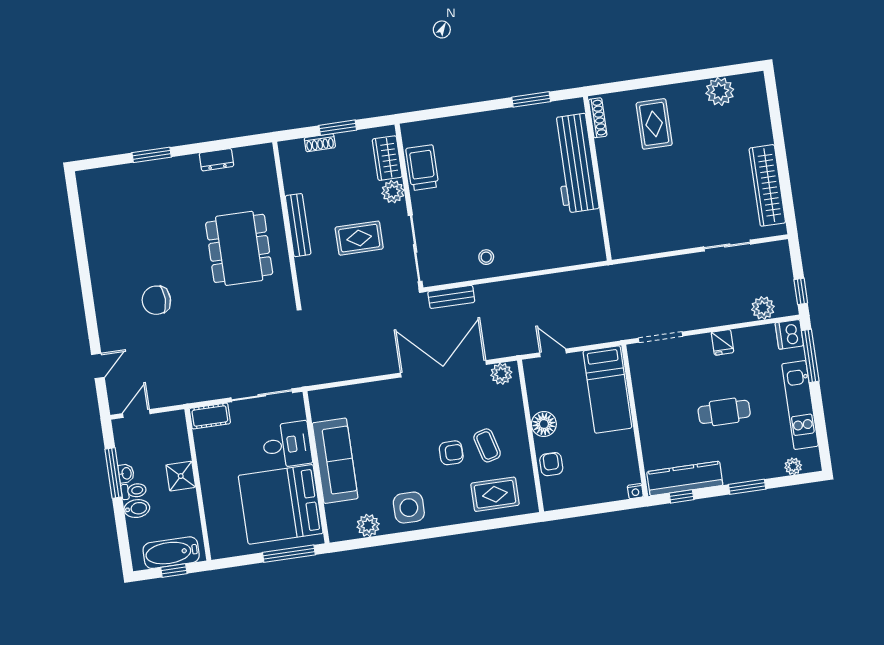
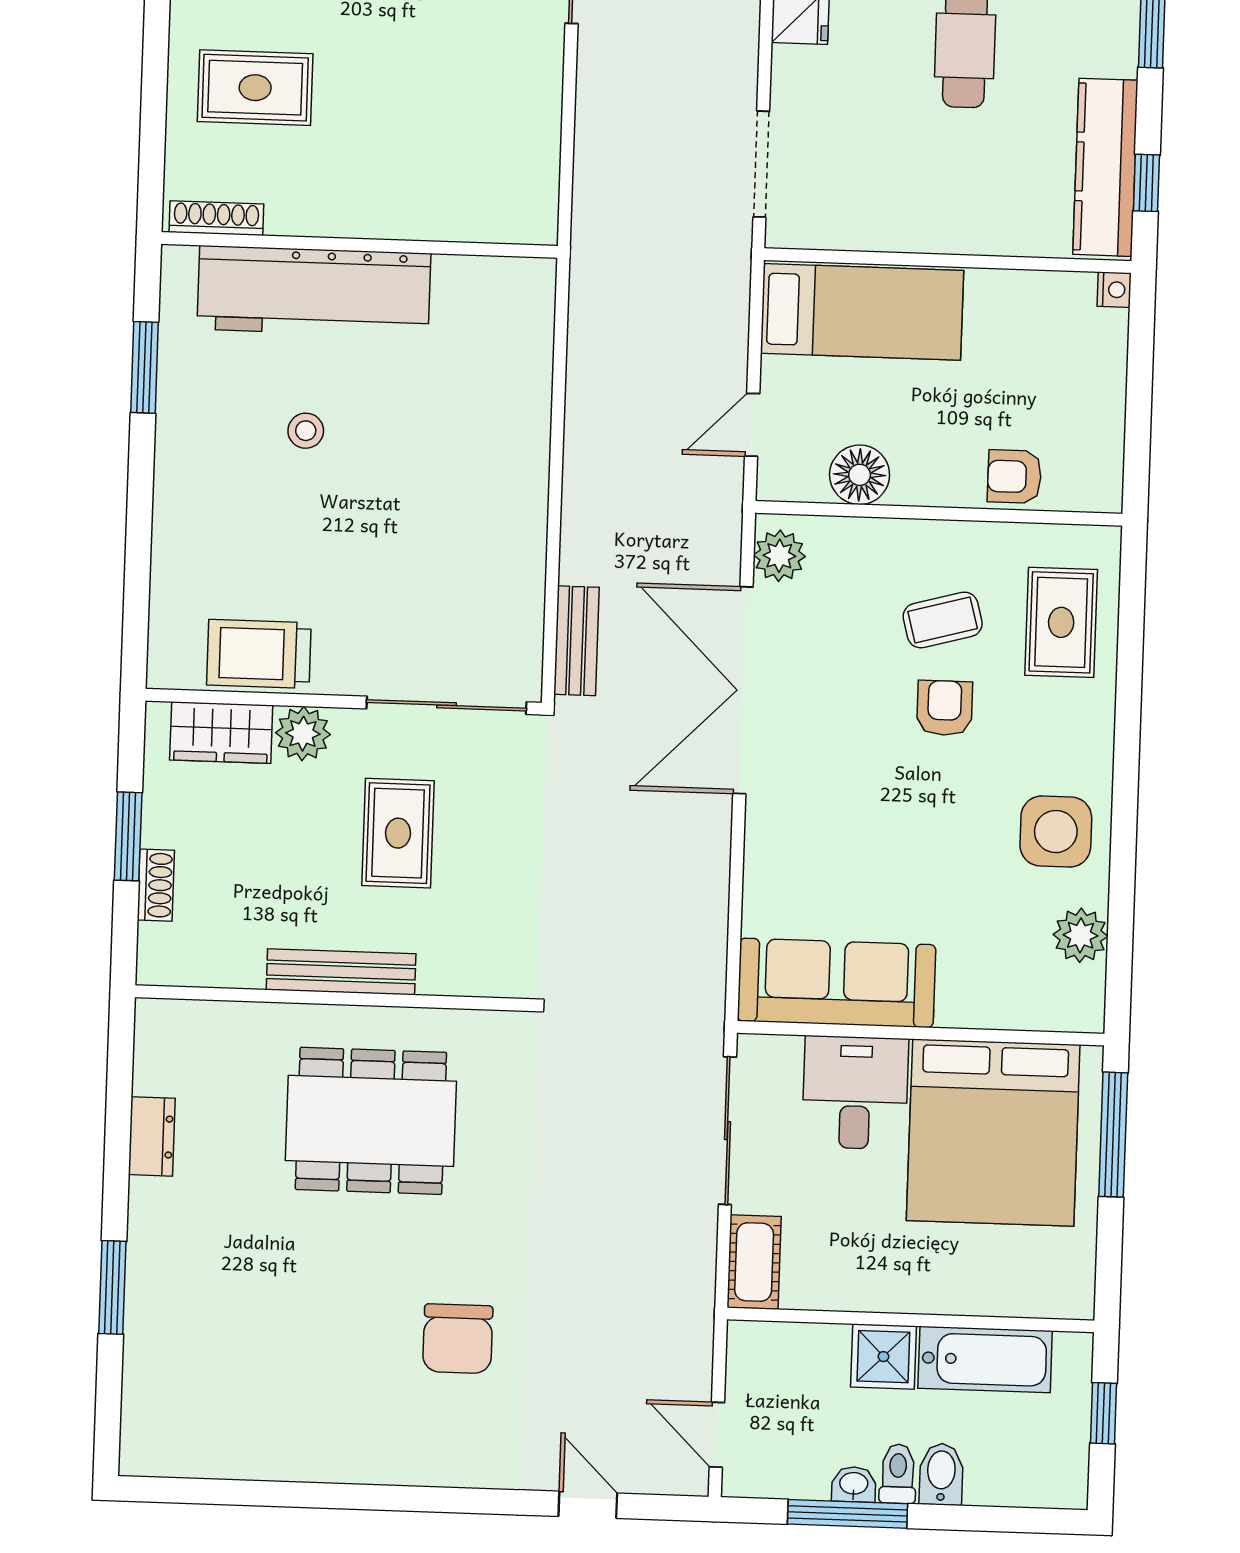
stool: (486, 257) -> (306, 431), moved
floor lamp: (544, 424) -> (860, 475), moved
sofa: (335, 461) -> (836, 983), moved
bathtub: (171, 553) -> (985, 1360), moved, turned -90

